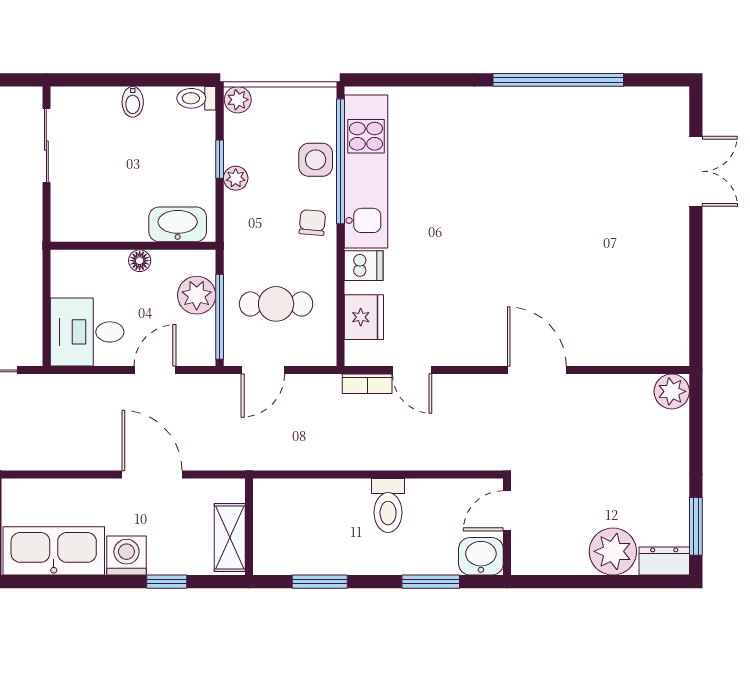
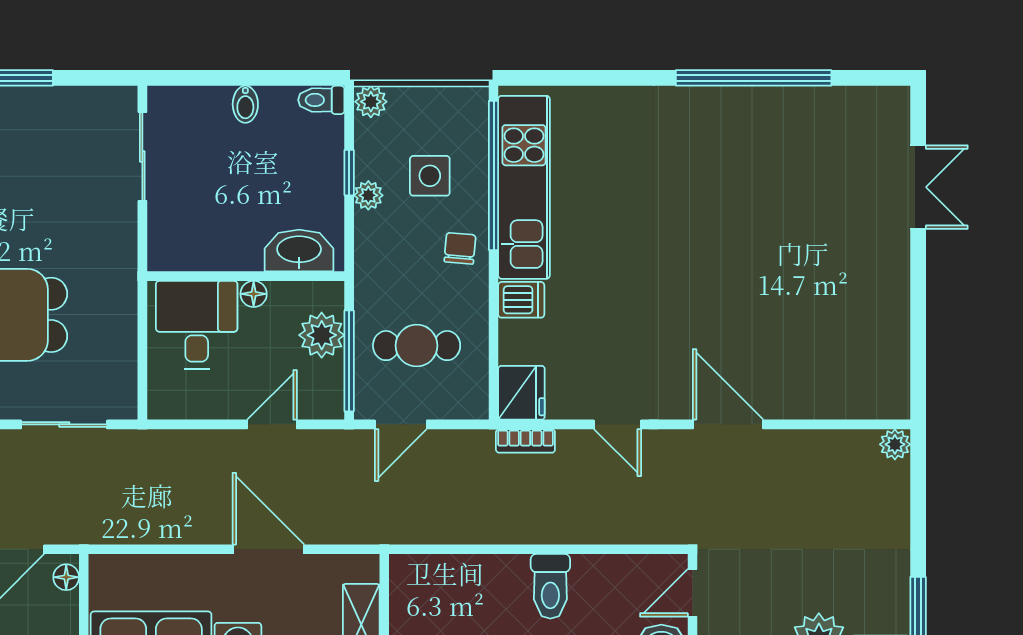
side table: (316, 160) -> (430, 176), moved
fridge: (364, 317) -> (521, 393), moved
desk: (87, 332) -> (197, 325), moved, turned 90
door: (412, 370) -> (617, 424), moved
plant: (672, 391) -> (895, 444), width x0.73, depth x0.73

